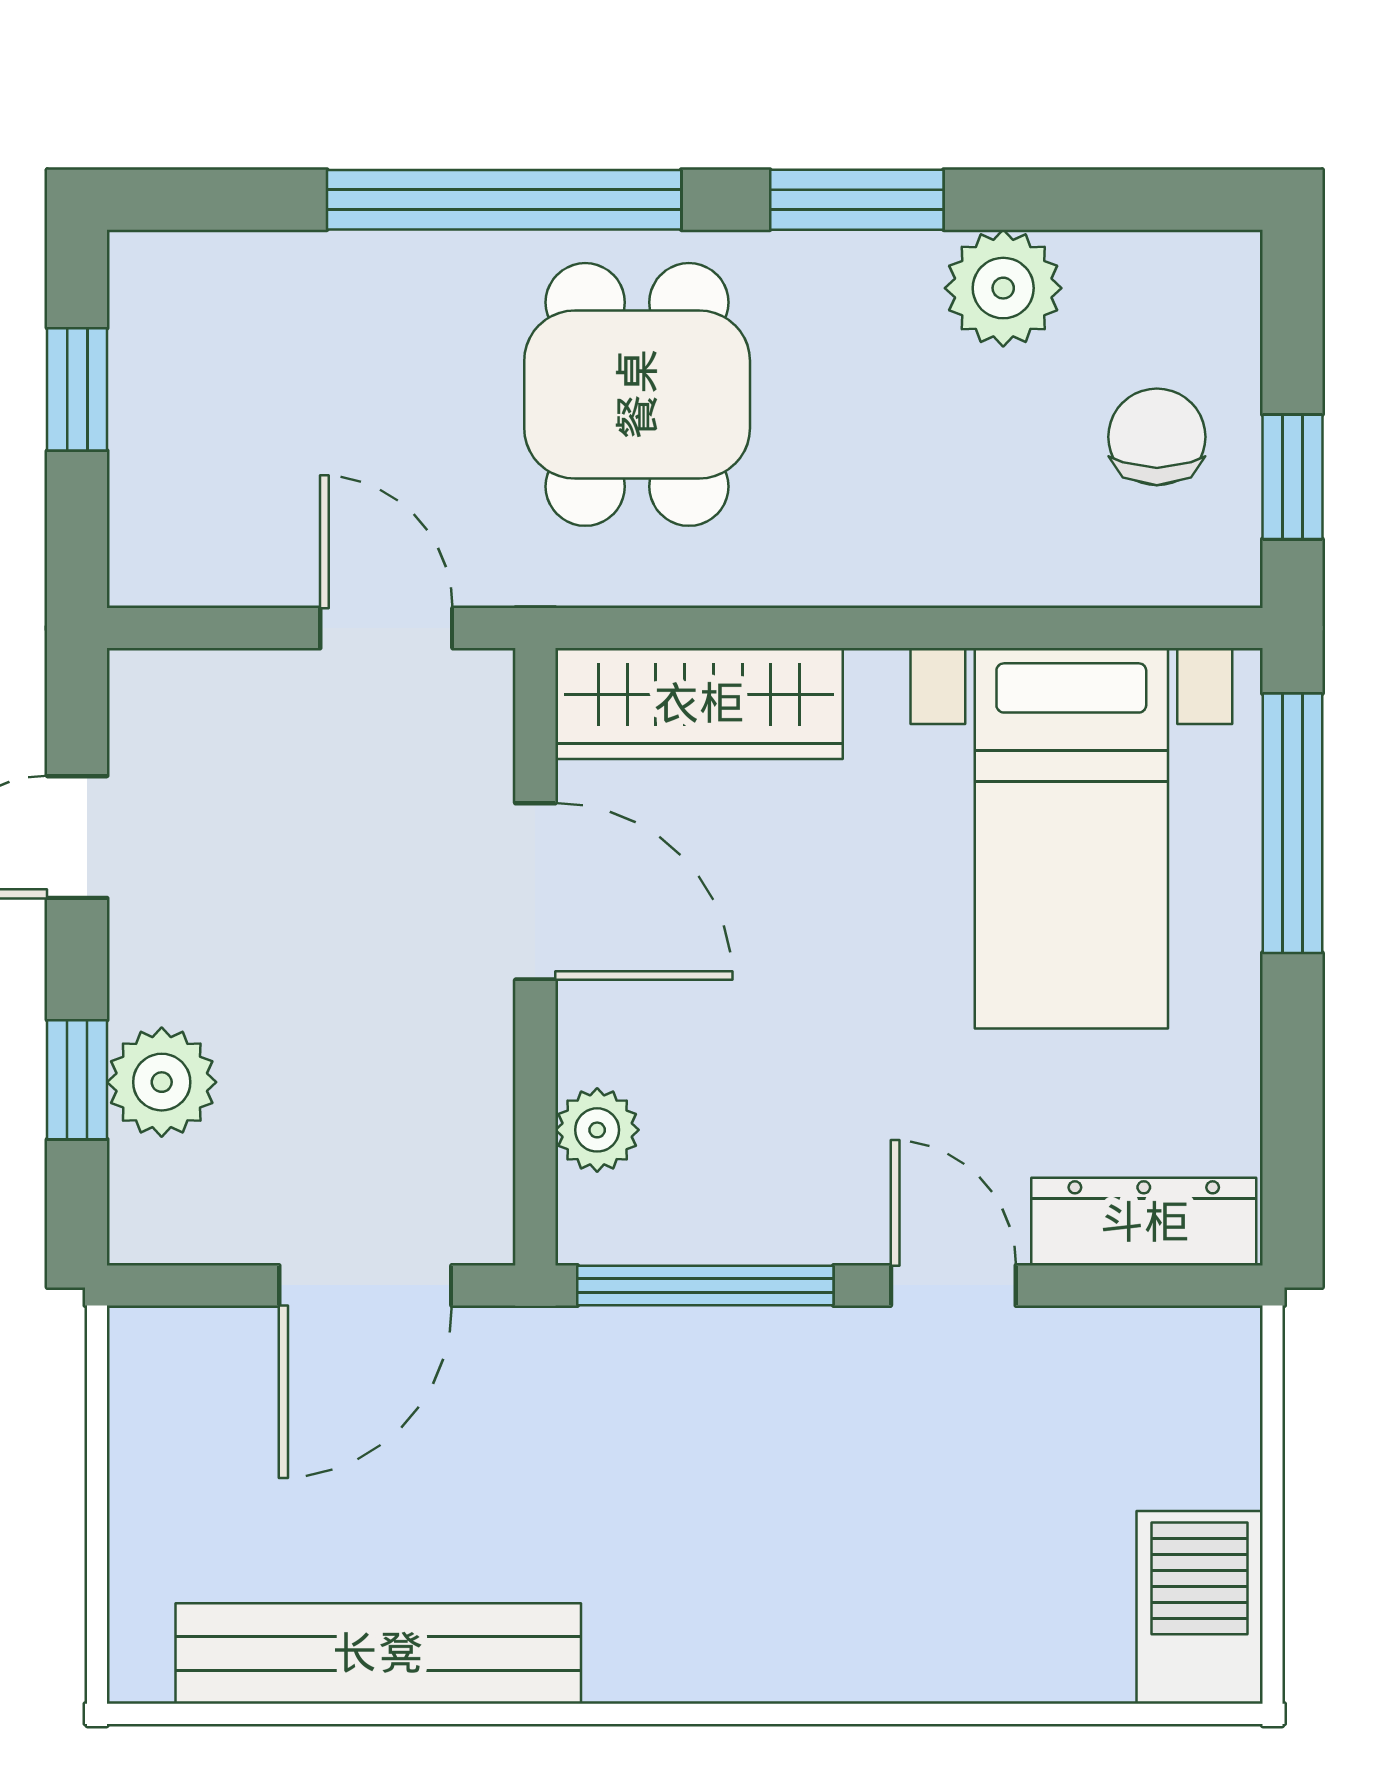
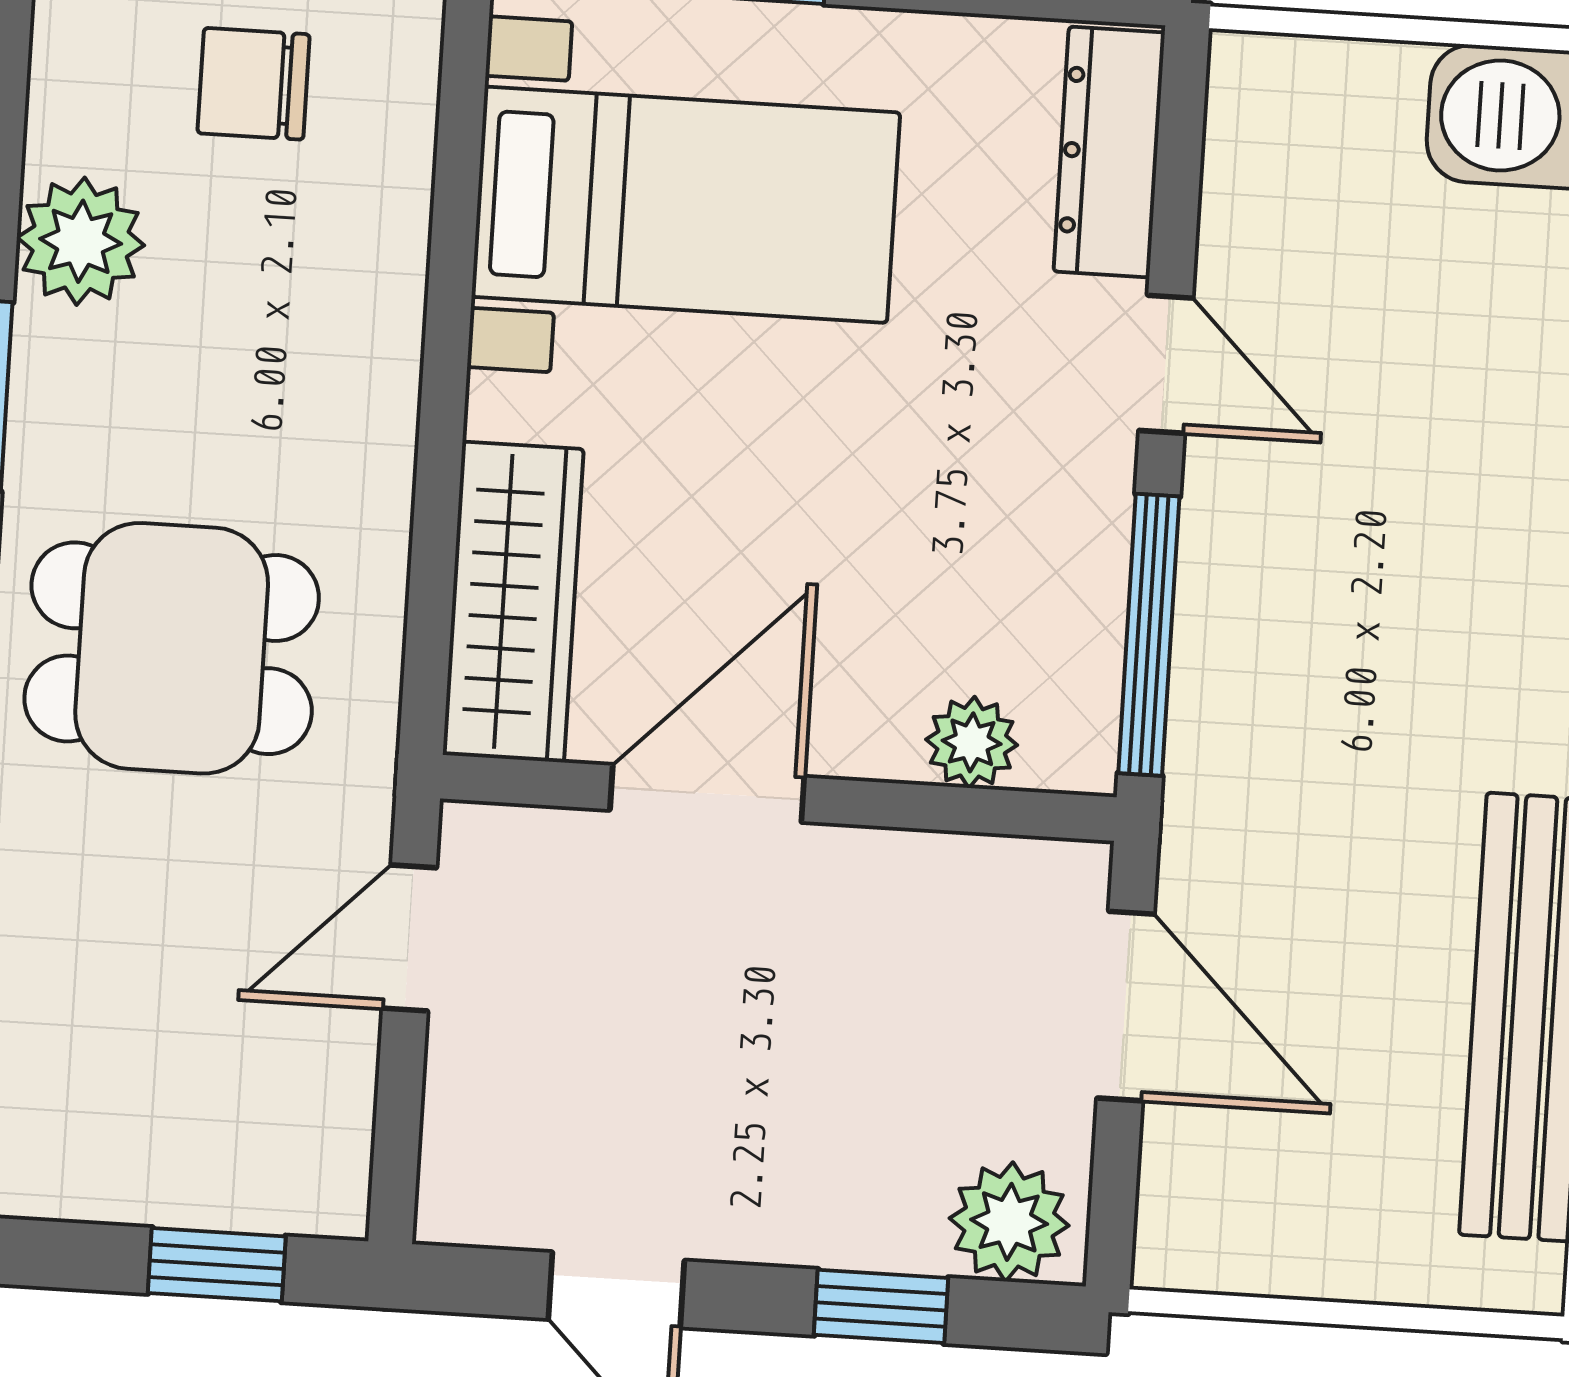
window: (77, 389) -> (217, 1265), moved
plant: (162, 1082) -> (1009, 1222), moved
door: (953, 1285) -> (1166, 364), swing flipped

